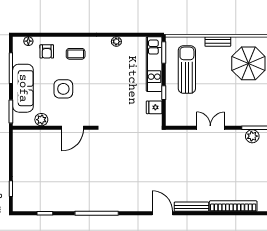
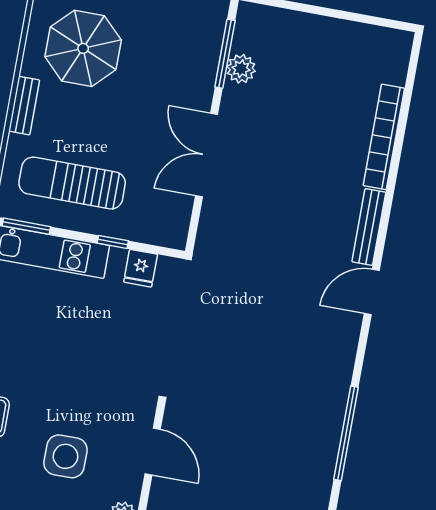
double door: (210, 128) -> (207, 155), width x1.37

